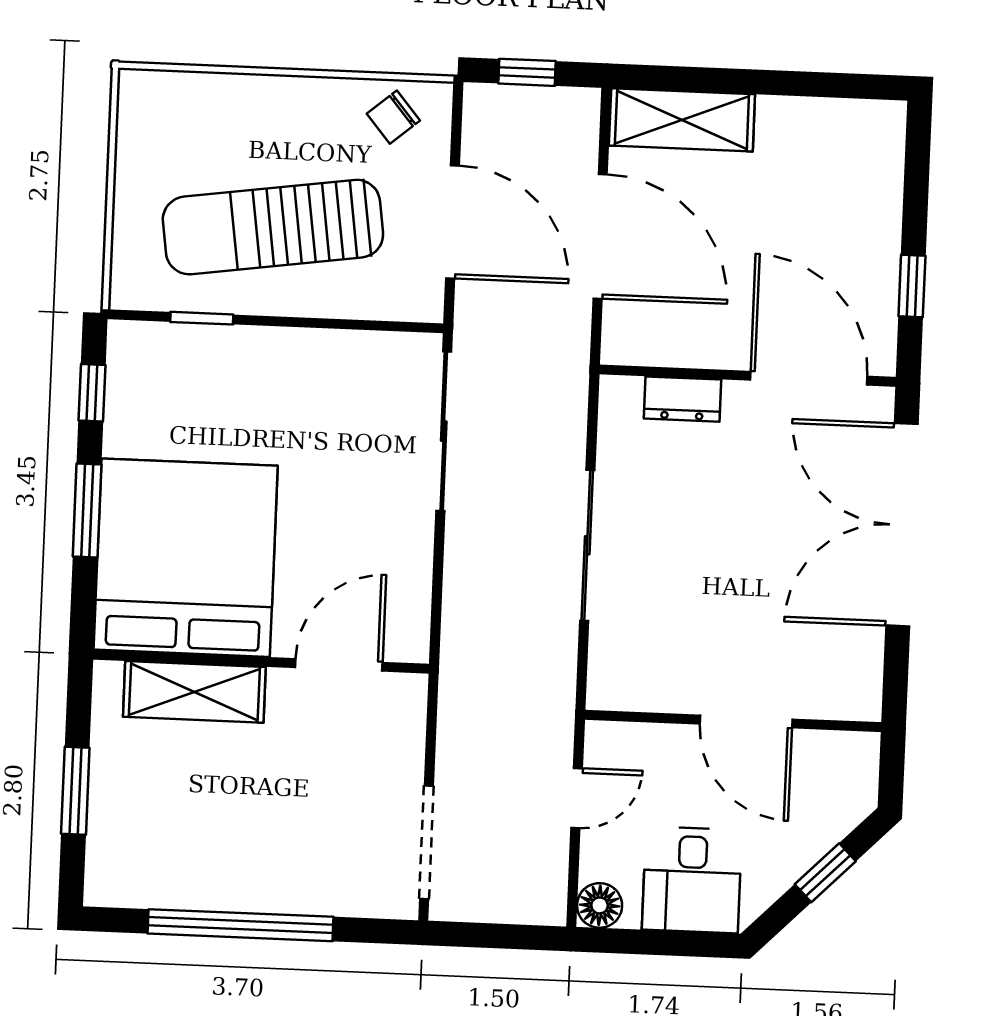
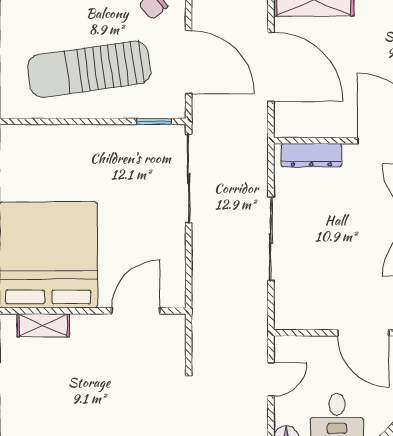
window: (202, 318) -> (154, 121), moved
dresser: (682, 399) -> (311, 155), width x1.44
shelving: (194, 692) -> (43, 325), width x0.67, depth x0.75

